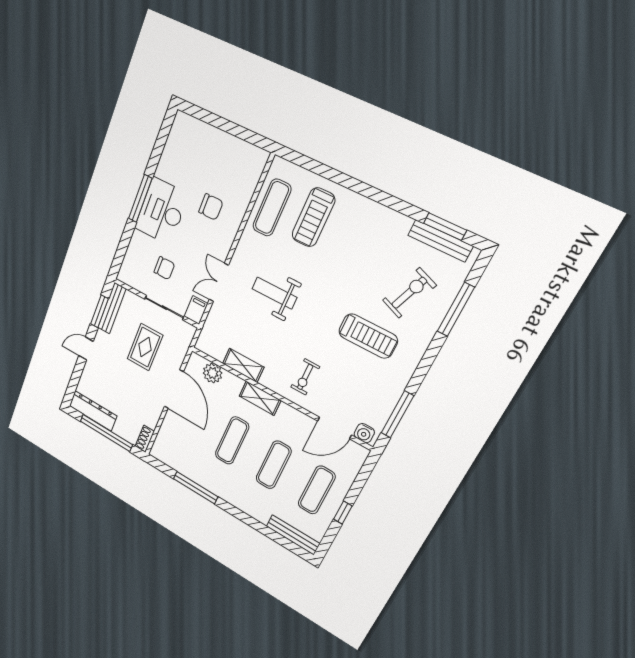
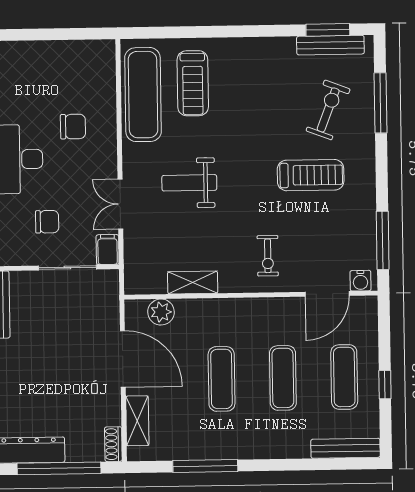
exercise mat: (272, 208) -> (143, 95), width x1.36, depth x1.45
rug: (145, 347) -> (64, 328), removed
shelving: (260, 398) -> (137, 421), moved, turned 90

